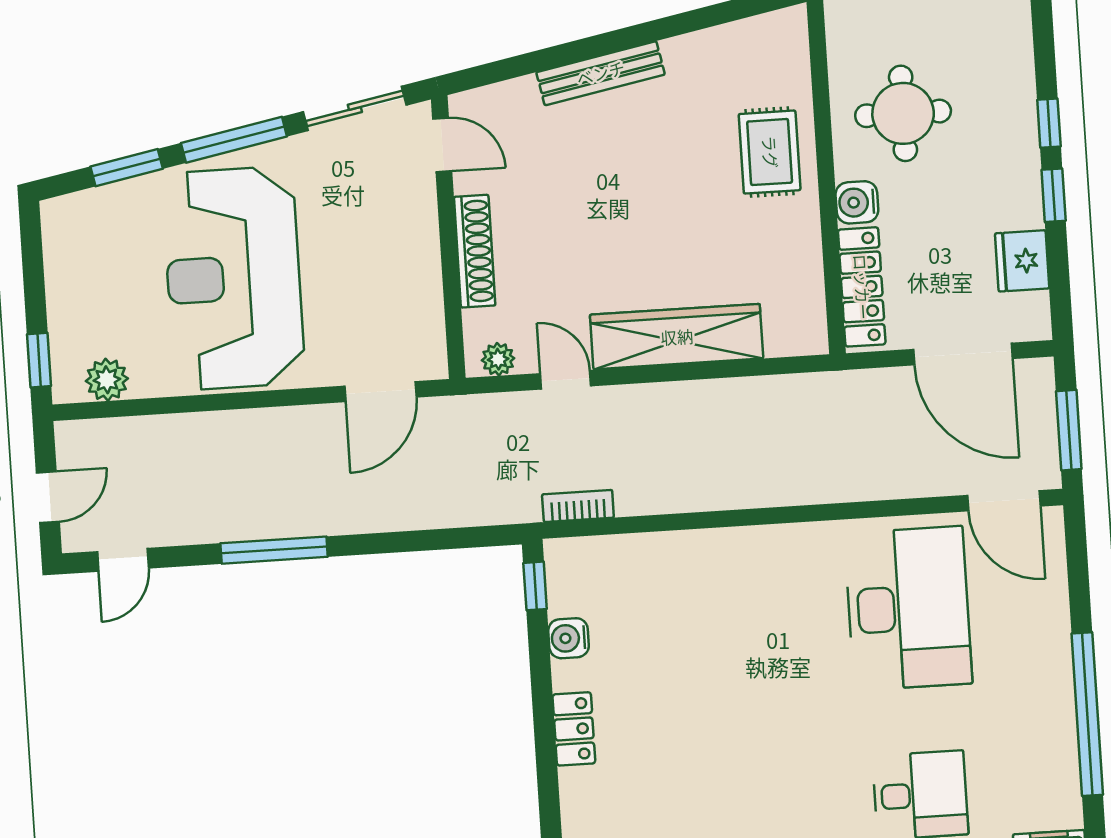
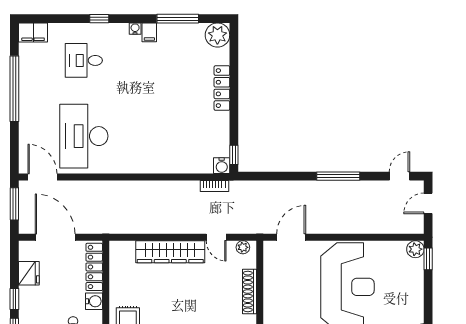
plant: (107, 380) -> (415, 249), moved
water cooler: (569, 638) -> (222, 166), moved, turned 90
locker: (574, 729) -> (222, 88), width x1.53

